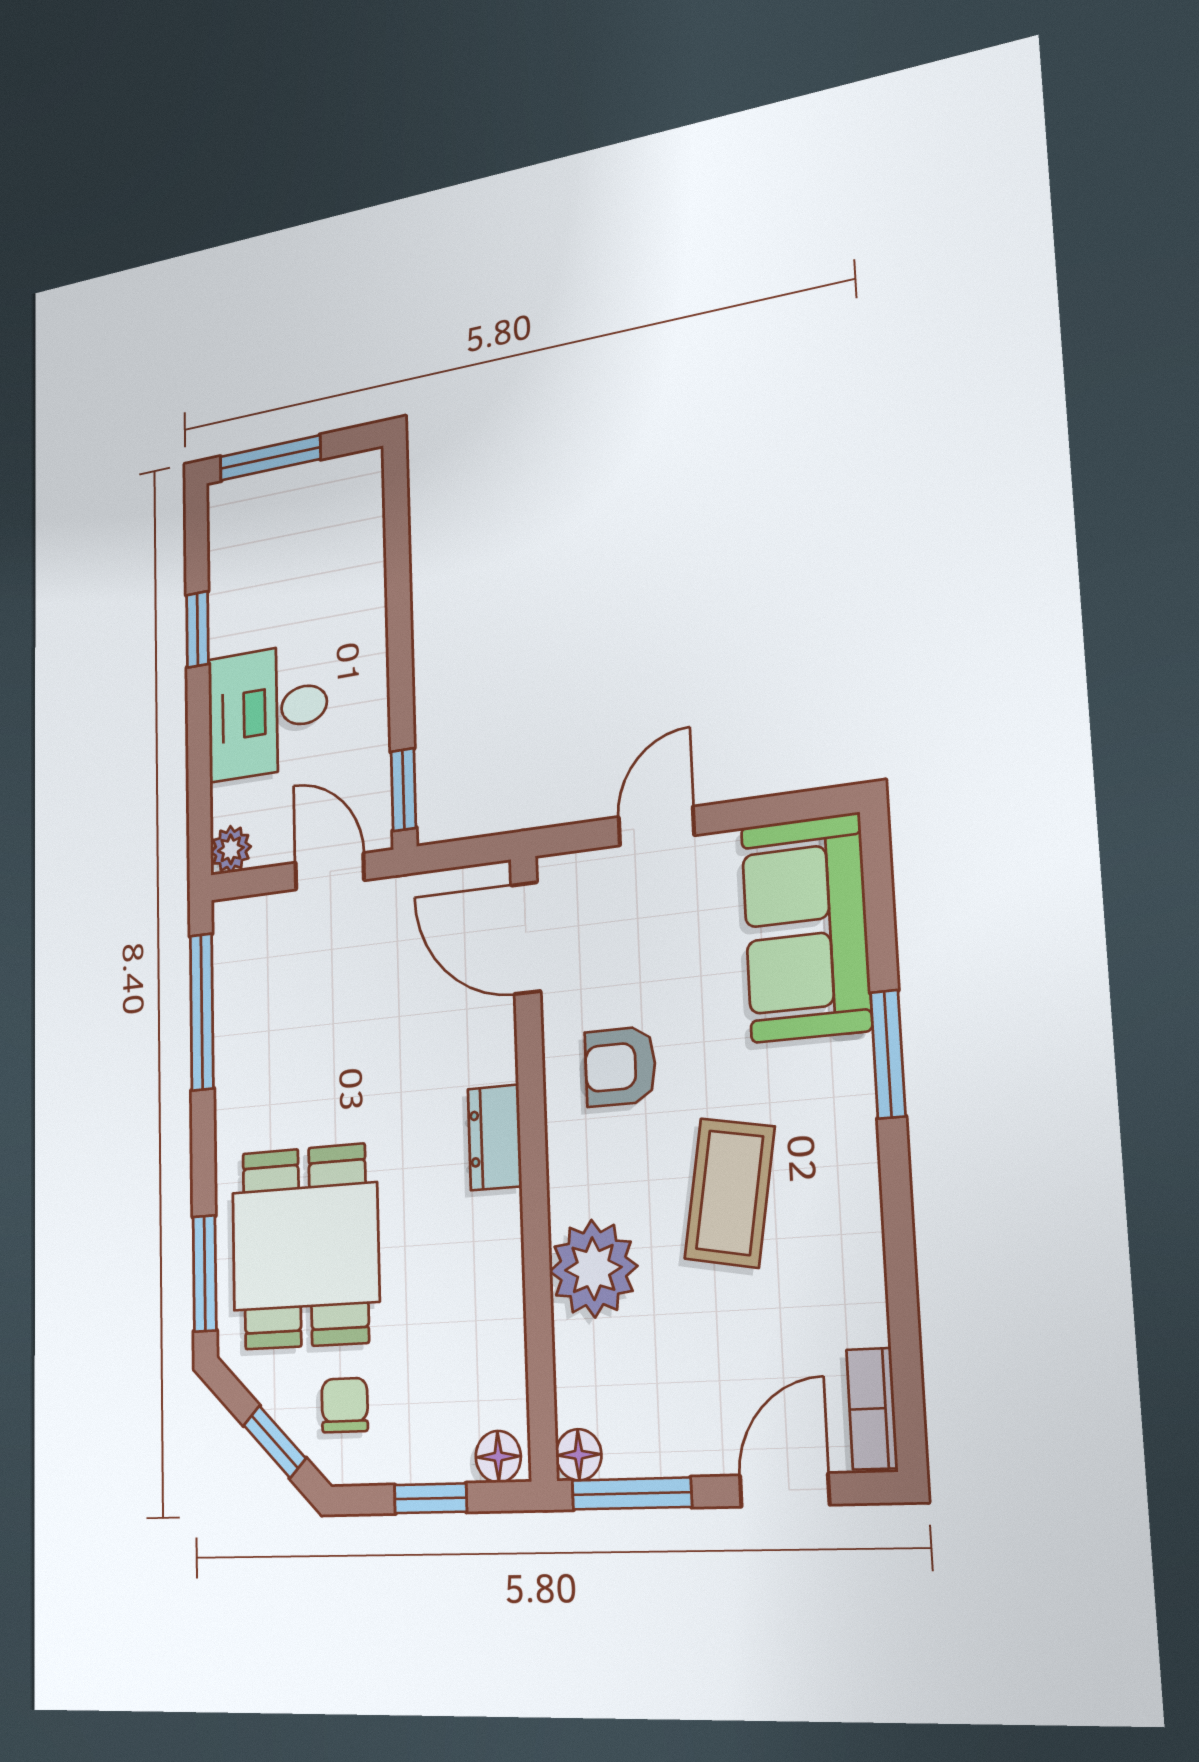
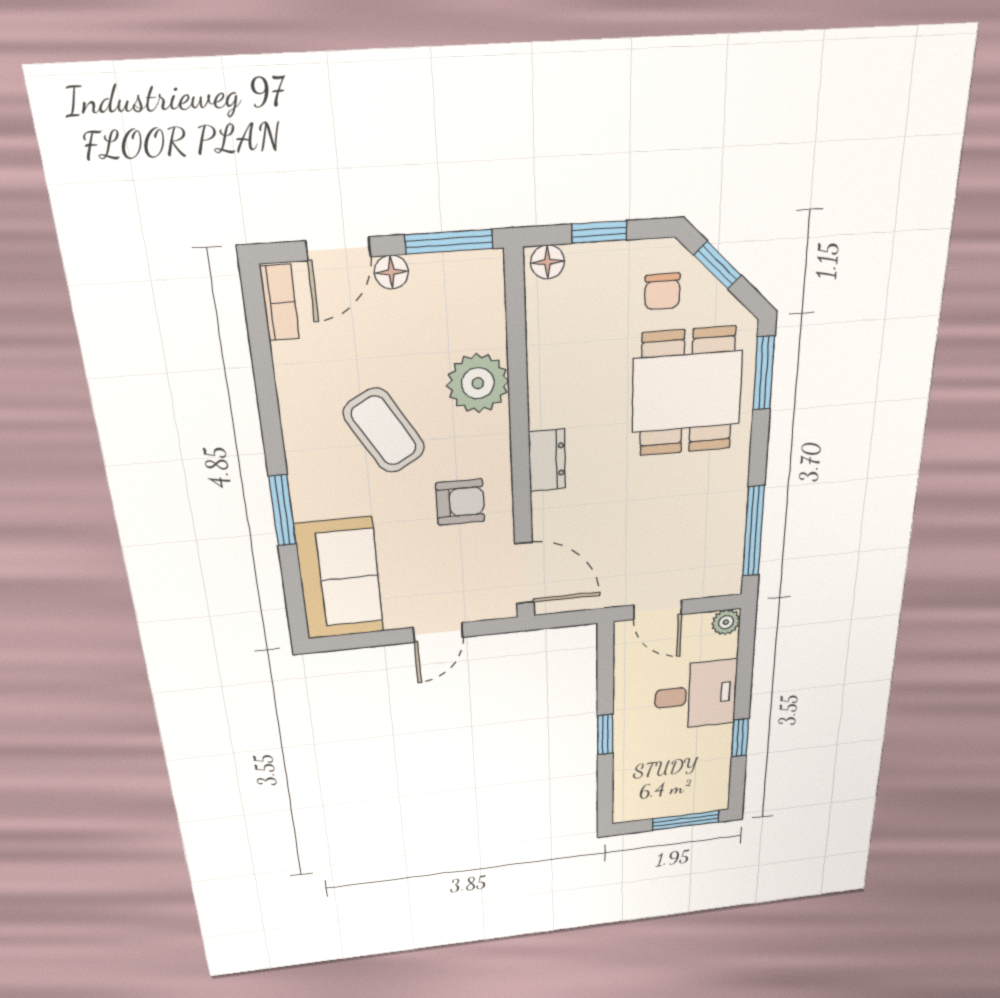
window: (403, 790) -> (605, 734), moved
coffee table: (730, 1193) -> (384, 431), turned -40
floor lamp: (579, 1455) -> (391, 272), moved

